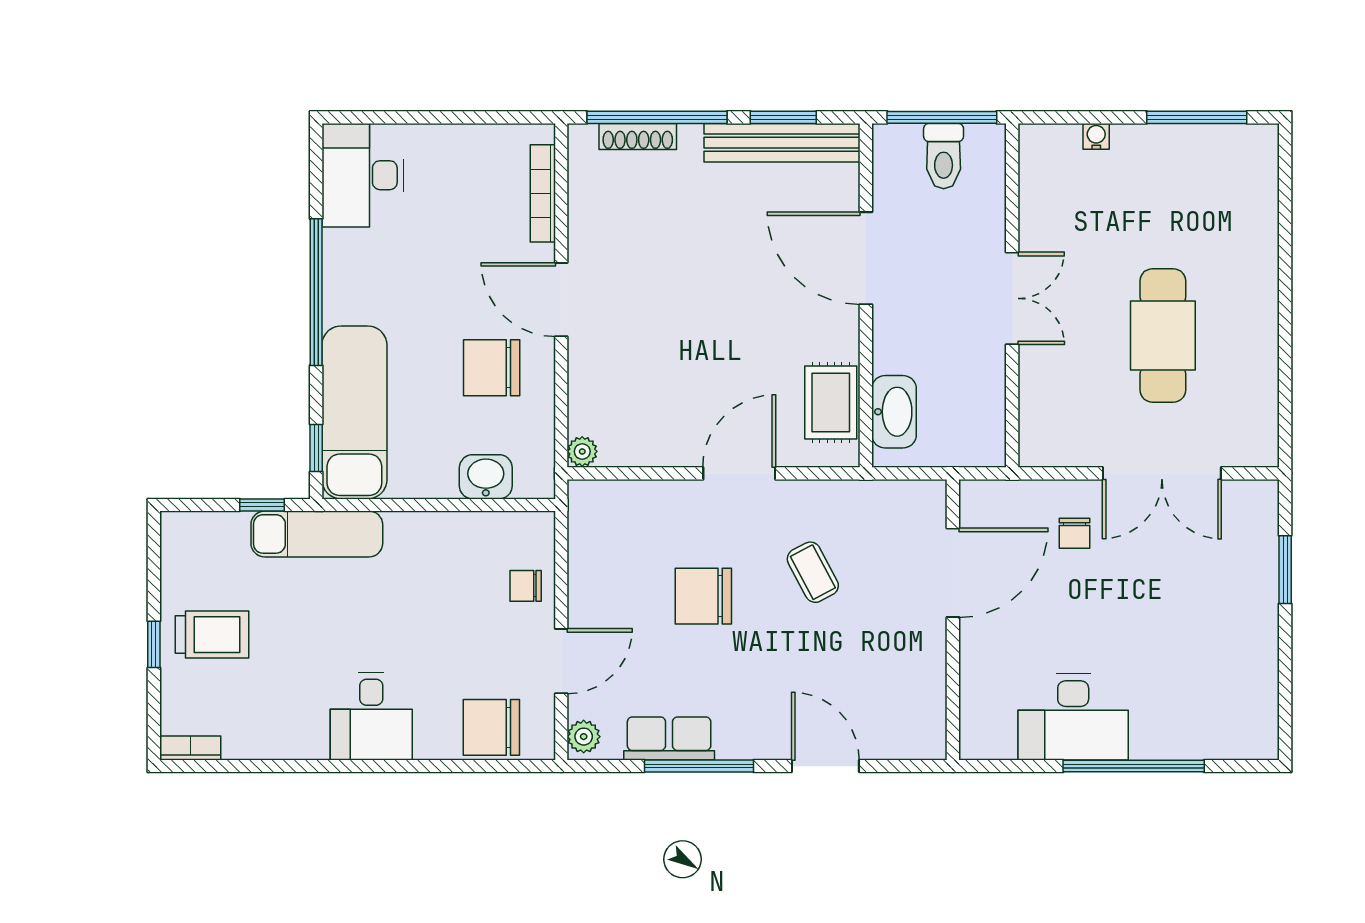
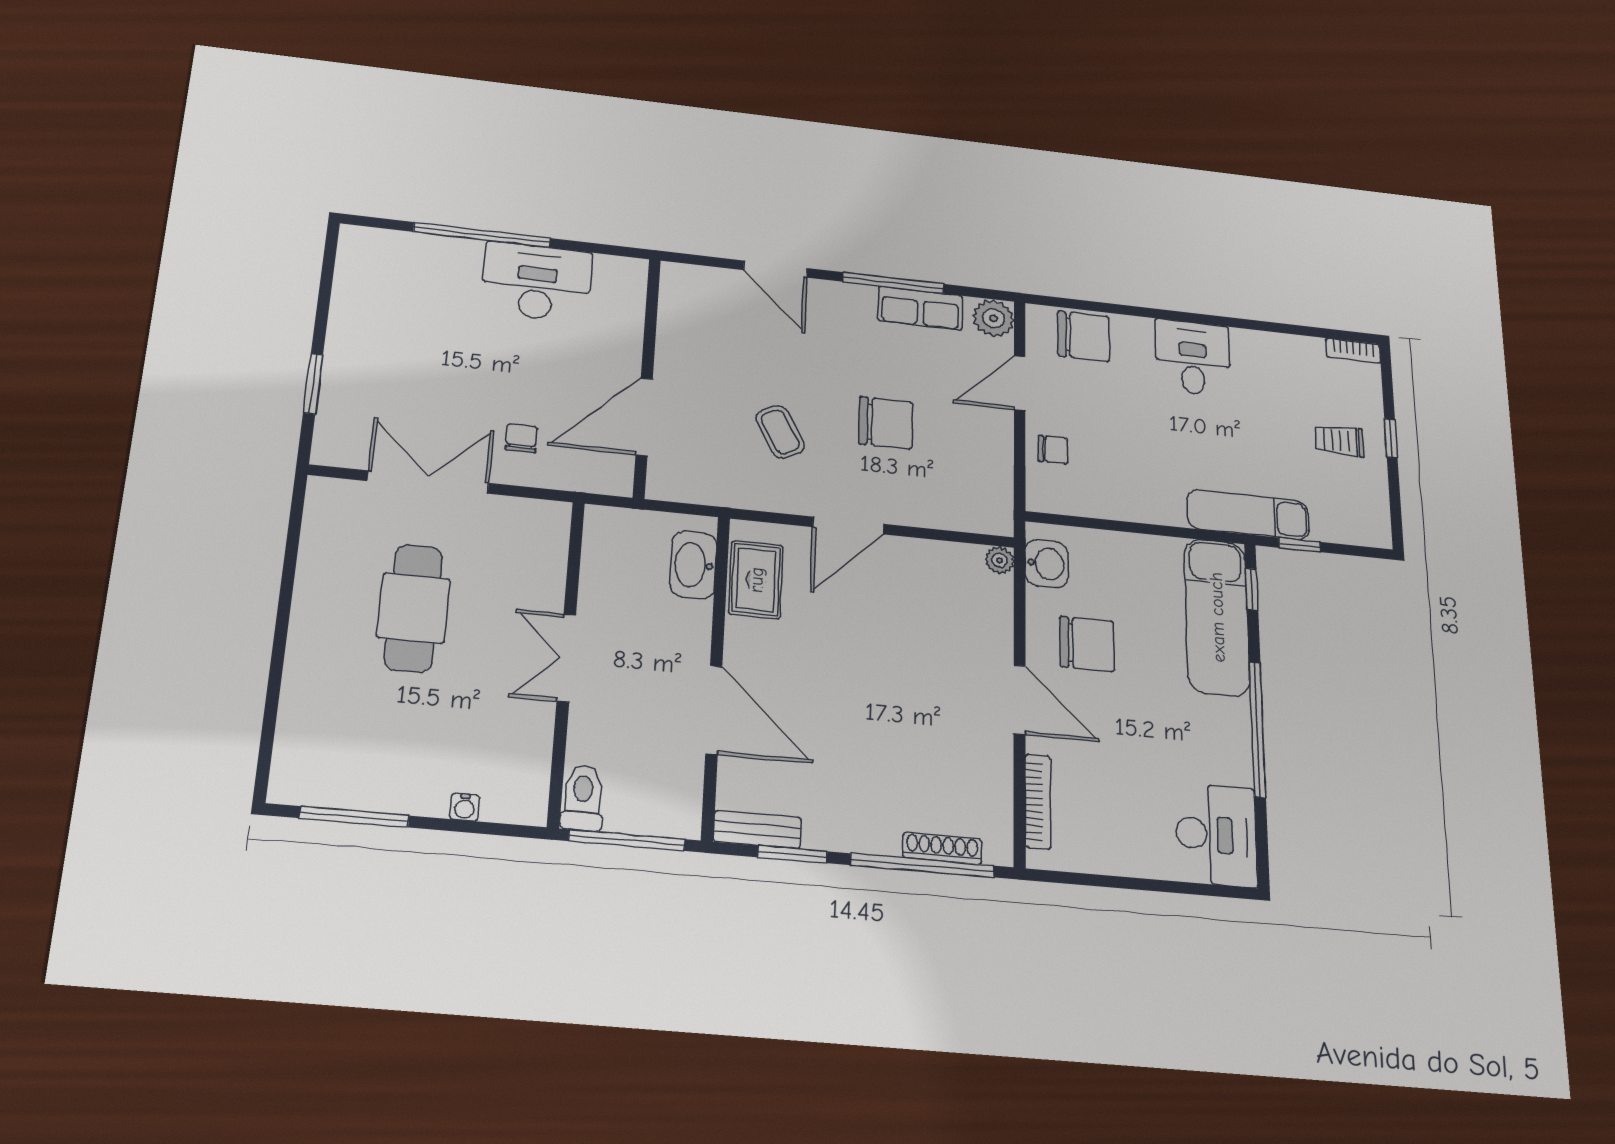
bench: (782, 143) -> (757, 830), width x0.54, depth x0.82
toilet: (944, 156) -> (583, 798), moved
washbasin: (486, 477) -> (1047, 564), moved, turned -90
trolley: (212, 635) -> (1339, 441), width x0.73, depth x0.72
plant: (584, 737) -> (993, 318), width x1.38, depth x1.38

